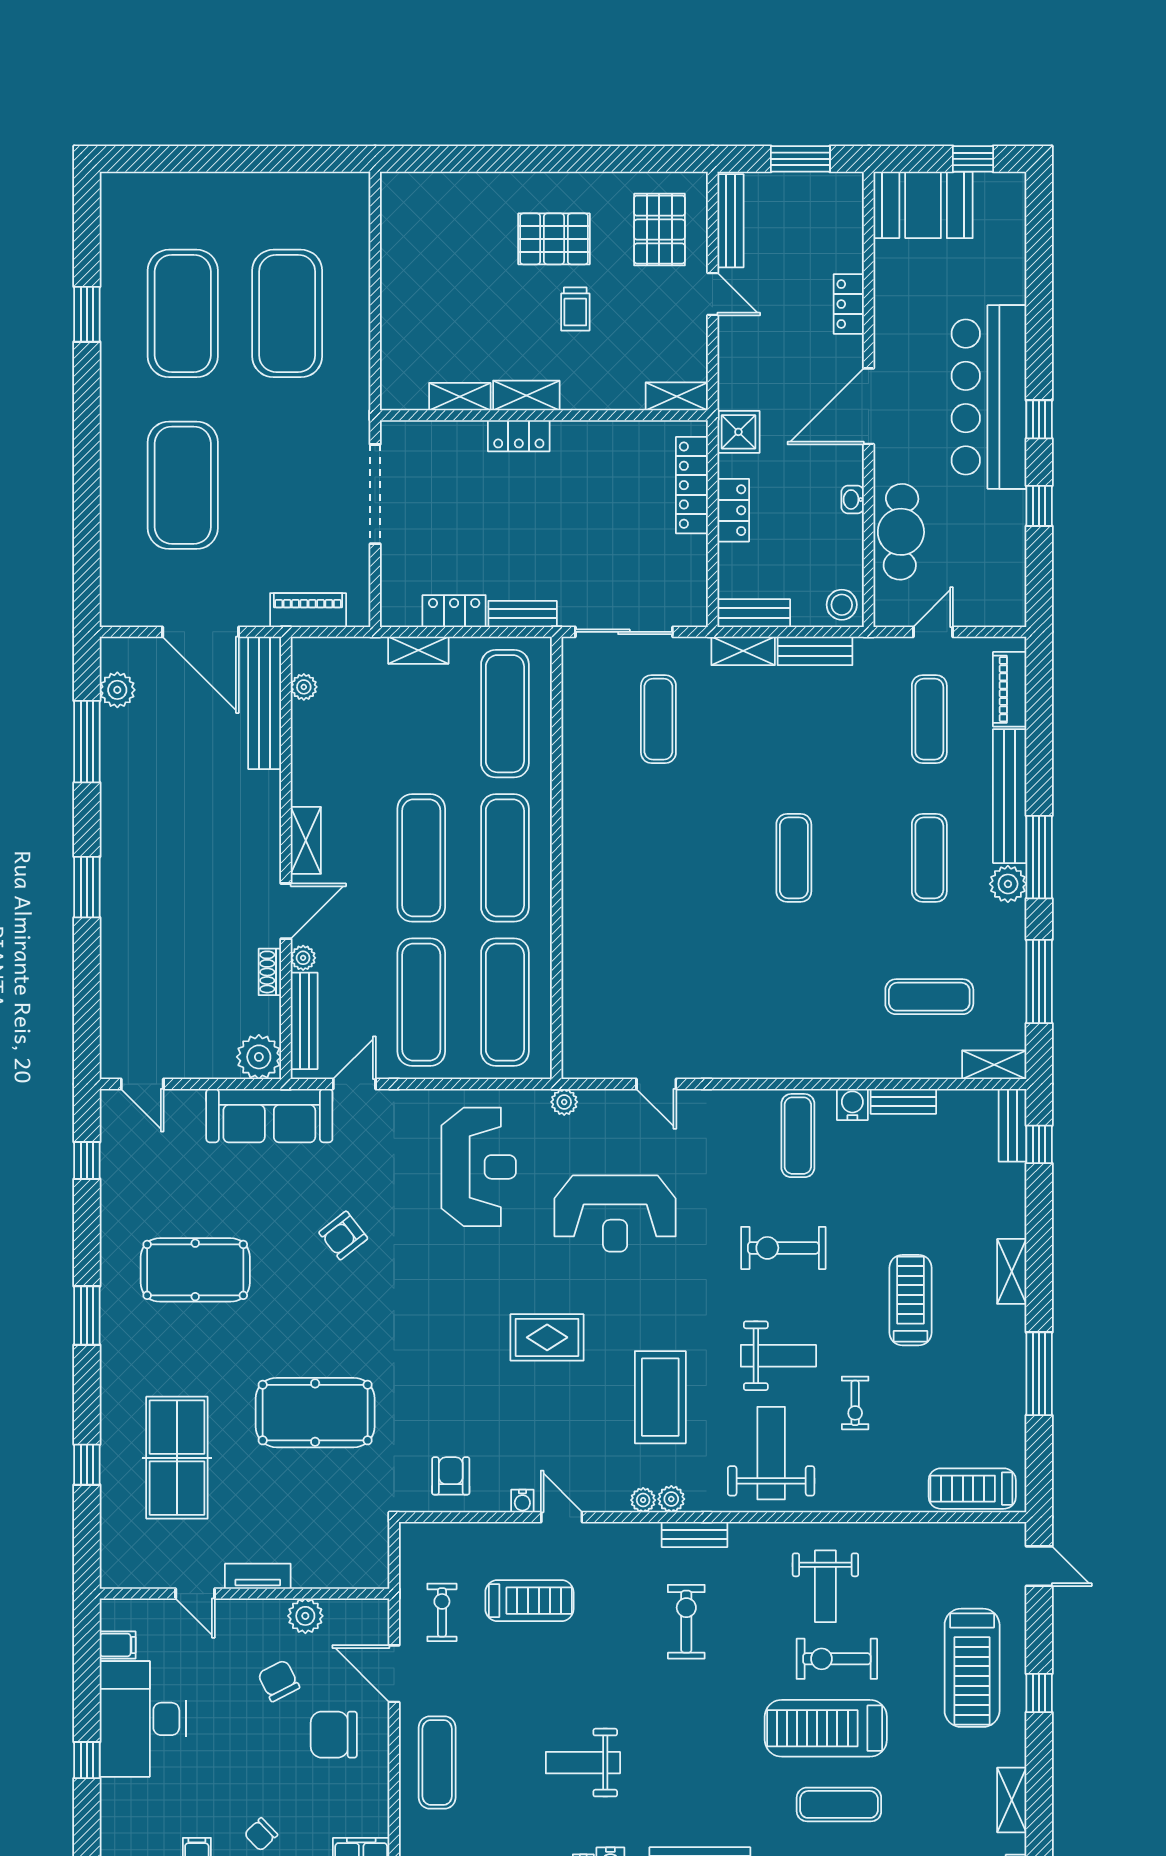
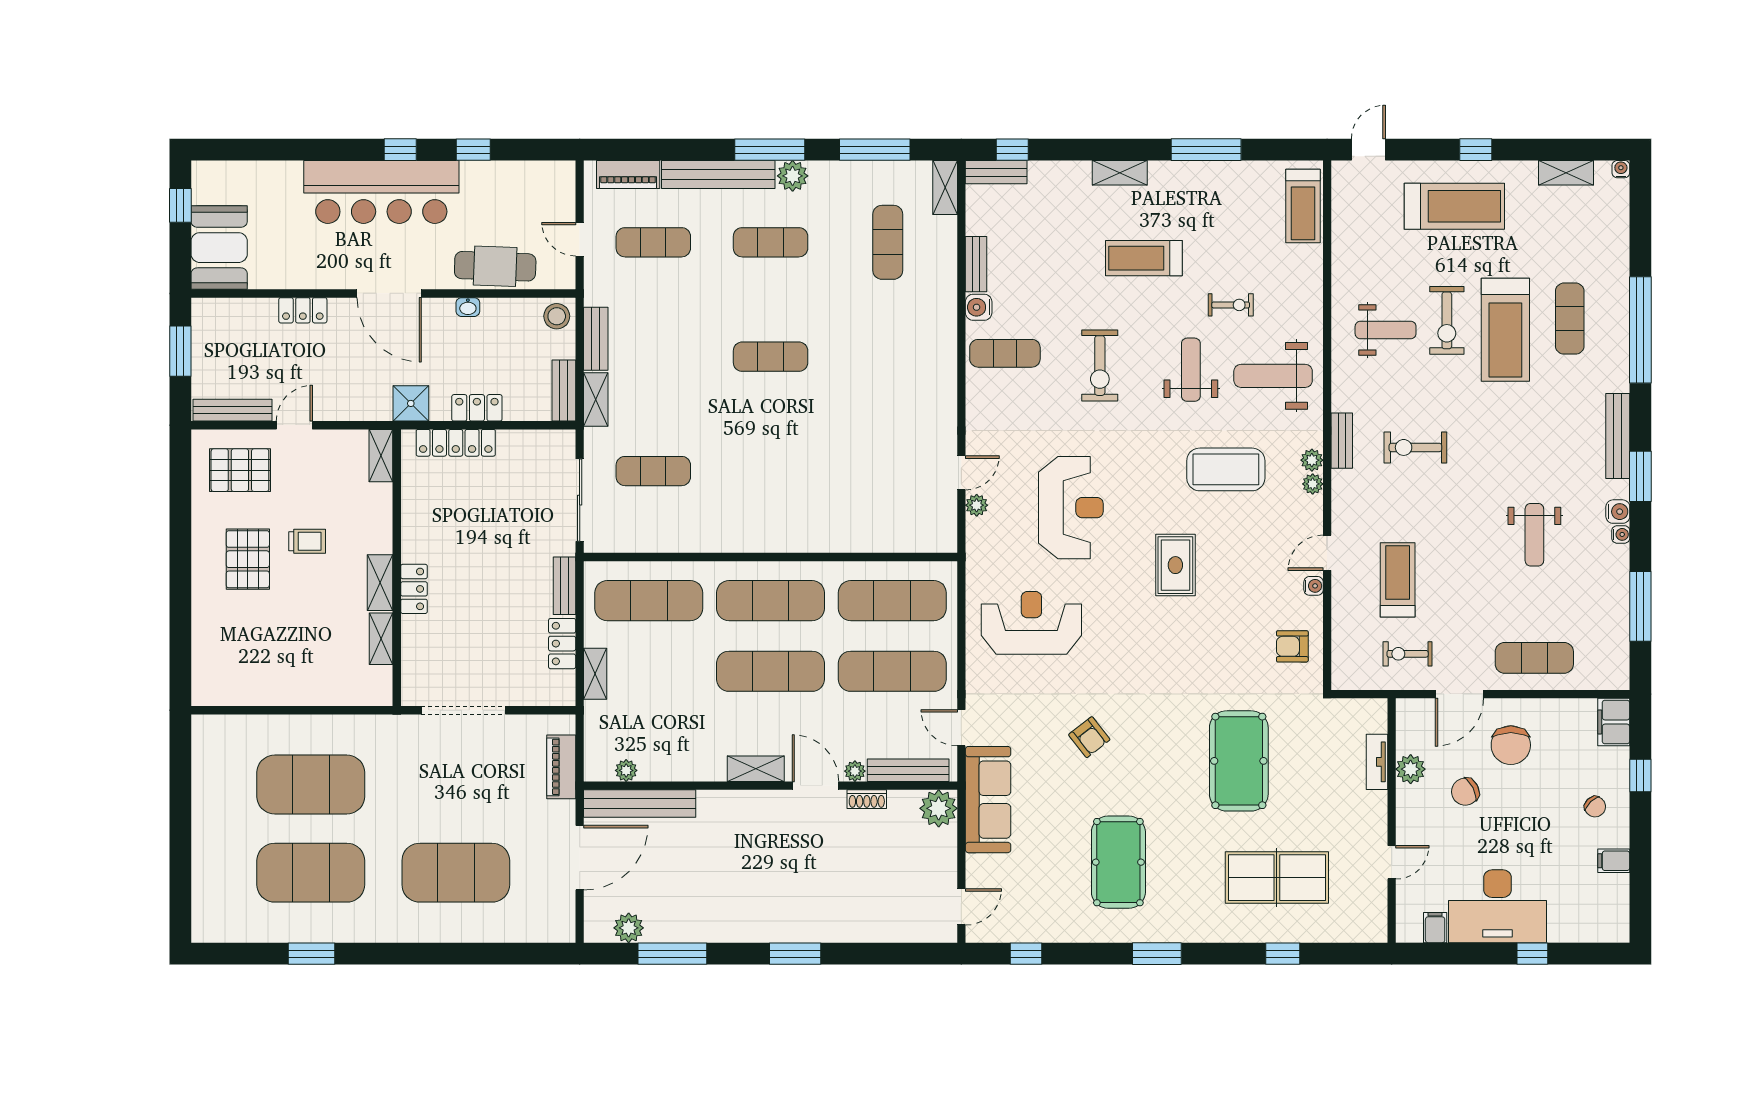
plant: (564, 1102) -> (977, 505), moved
tv unit: (258, 1576) -> (1377, 762), moved

